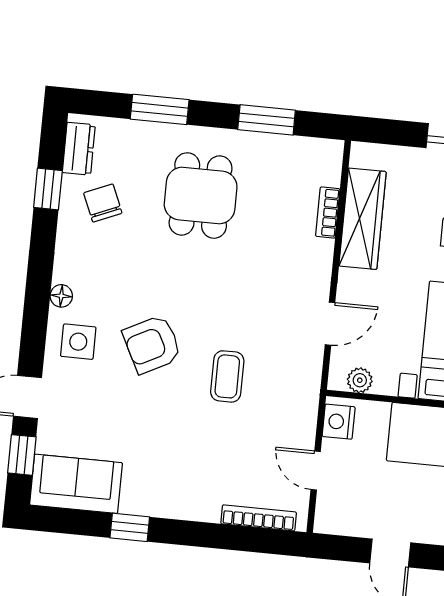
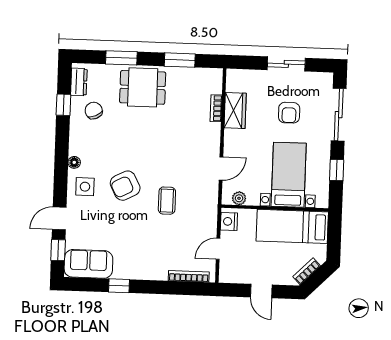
dining table: (201, 196) -> (143, 87), moved, turned 90
wardrobe: (363, 219) -> (235, 111), width x0.67
door: (316, 470) -> (218, 249), hinge flipped

